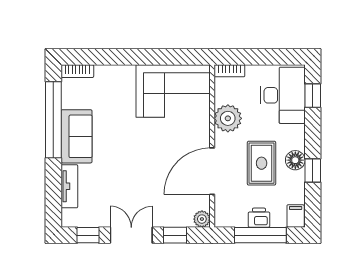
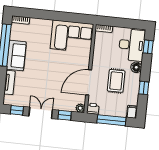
plant: (228, 118) -> (100, 54), removed
floor lamp: (295, 160) -> (136, 67), moved
printer: (259, 218) -> (93, 109), moved

